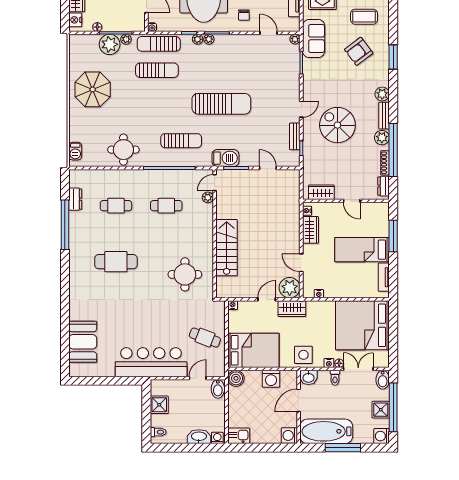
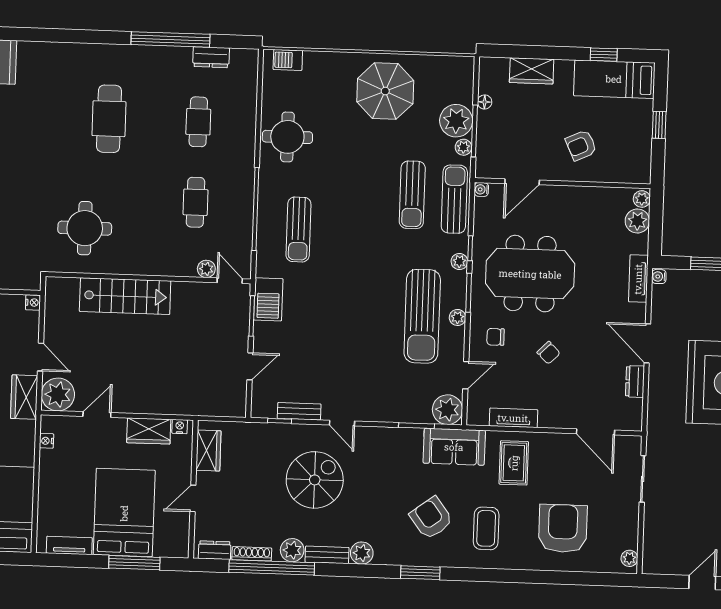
nightstand: (75, 20) -> (497, 67), removed
plant: (209, 39) -> (458, 317), moved
plant: (295, 39) -> (447, 410), width x1.88, depth x1.88
sun lounger: (221, 104) -> (422, 316), moved
bed: (362, 250) -> (124, 513), width x1.50

